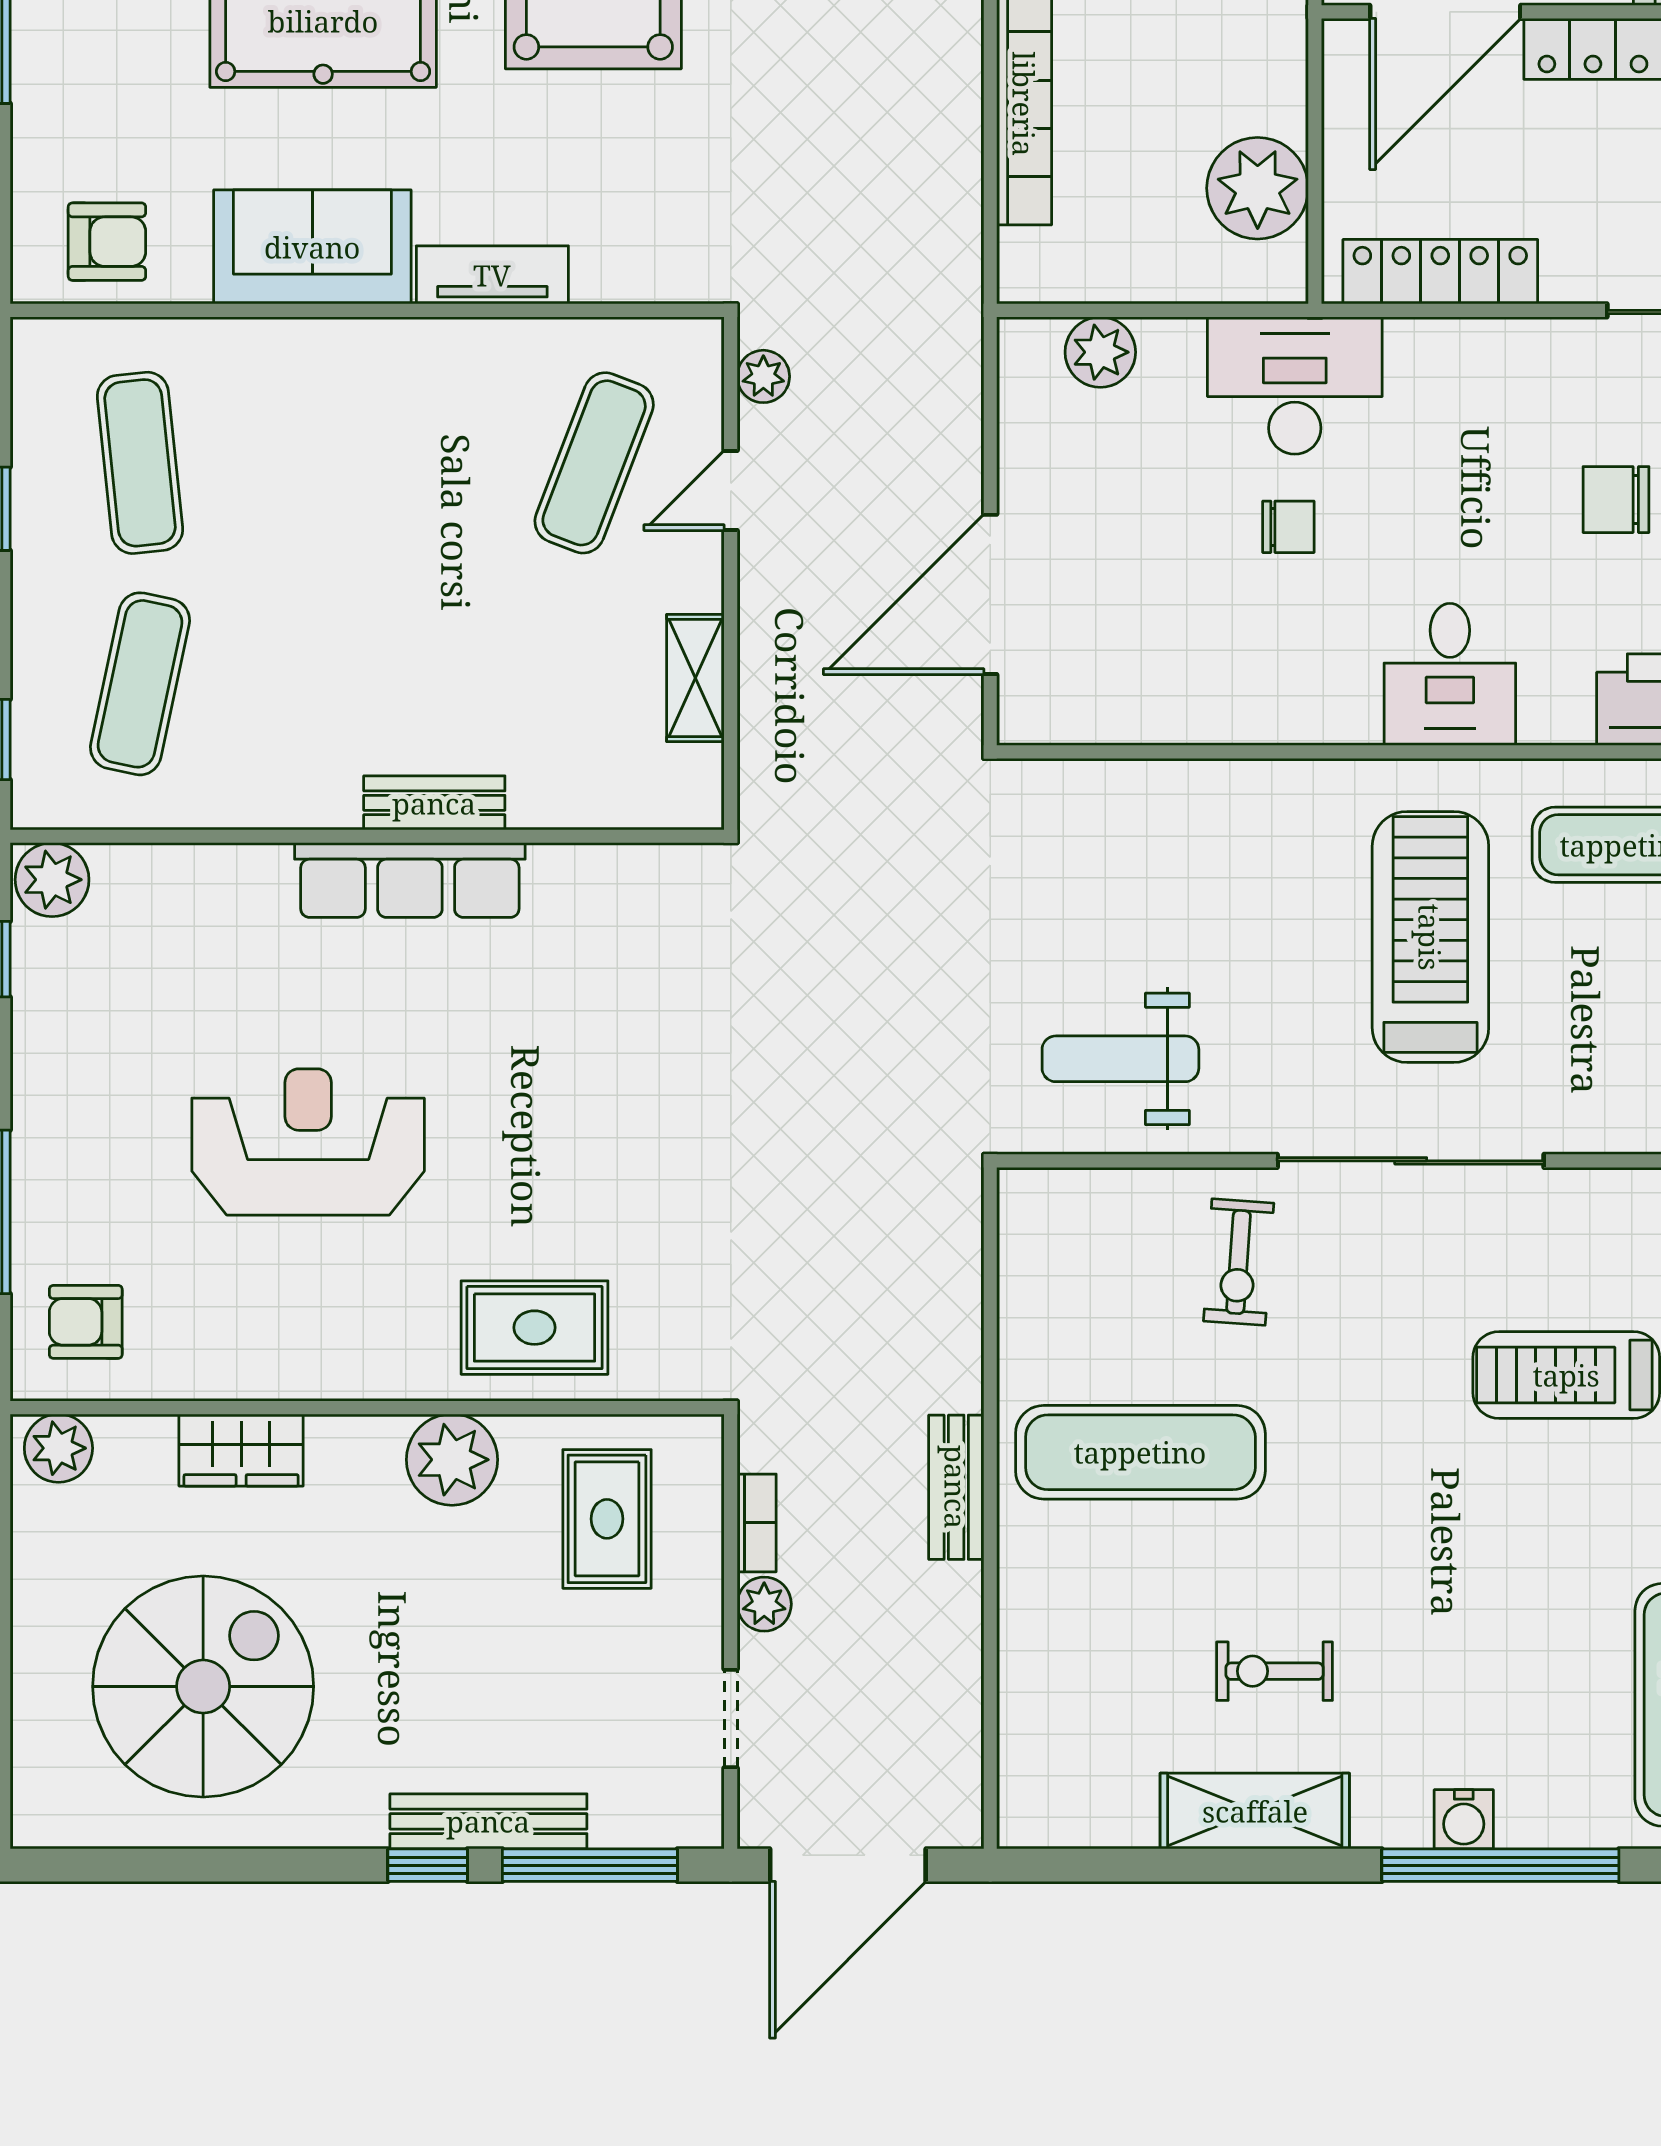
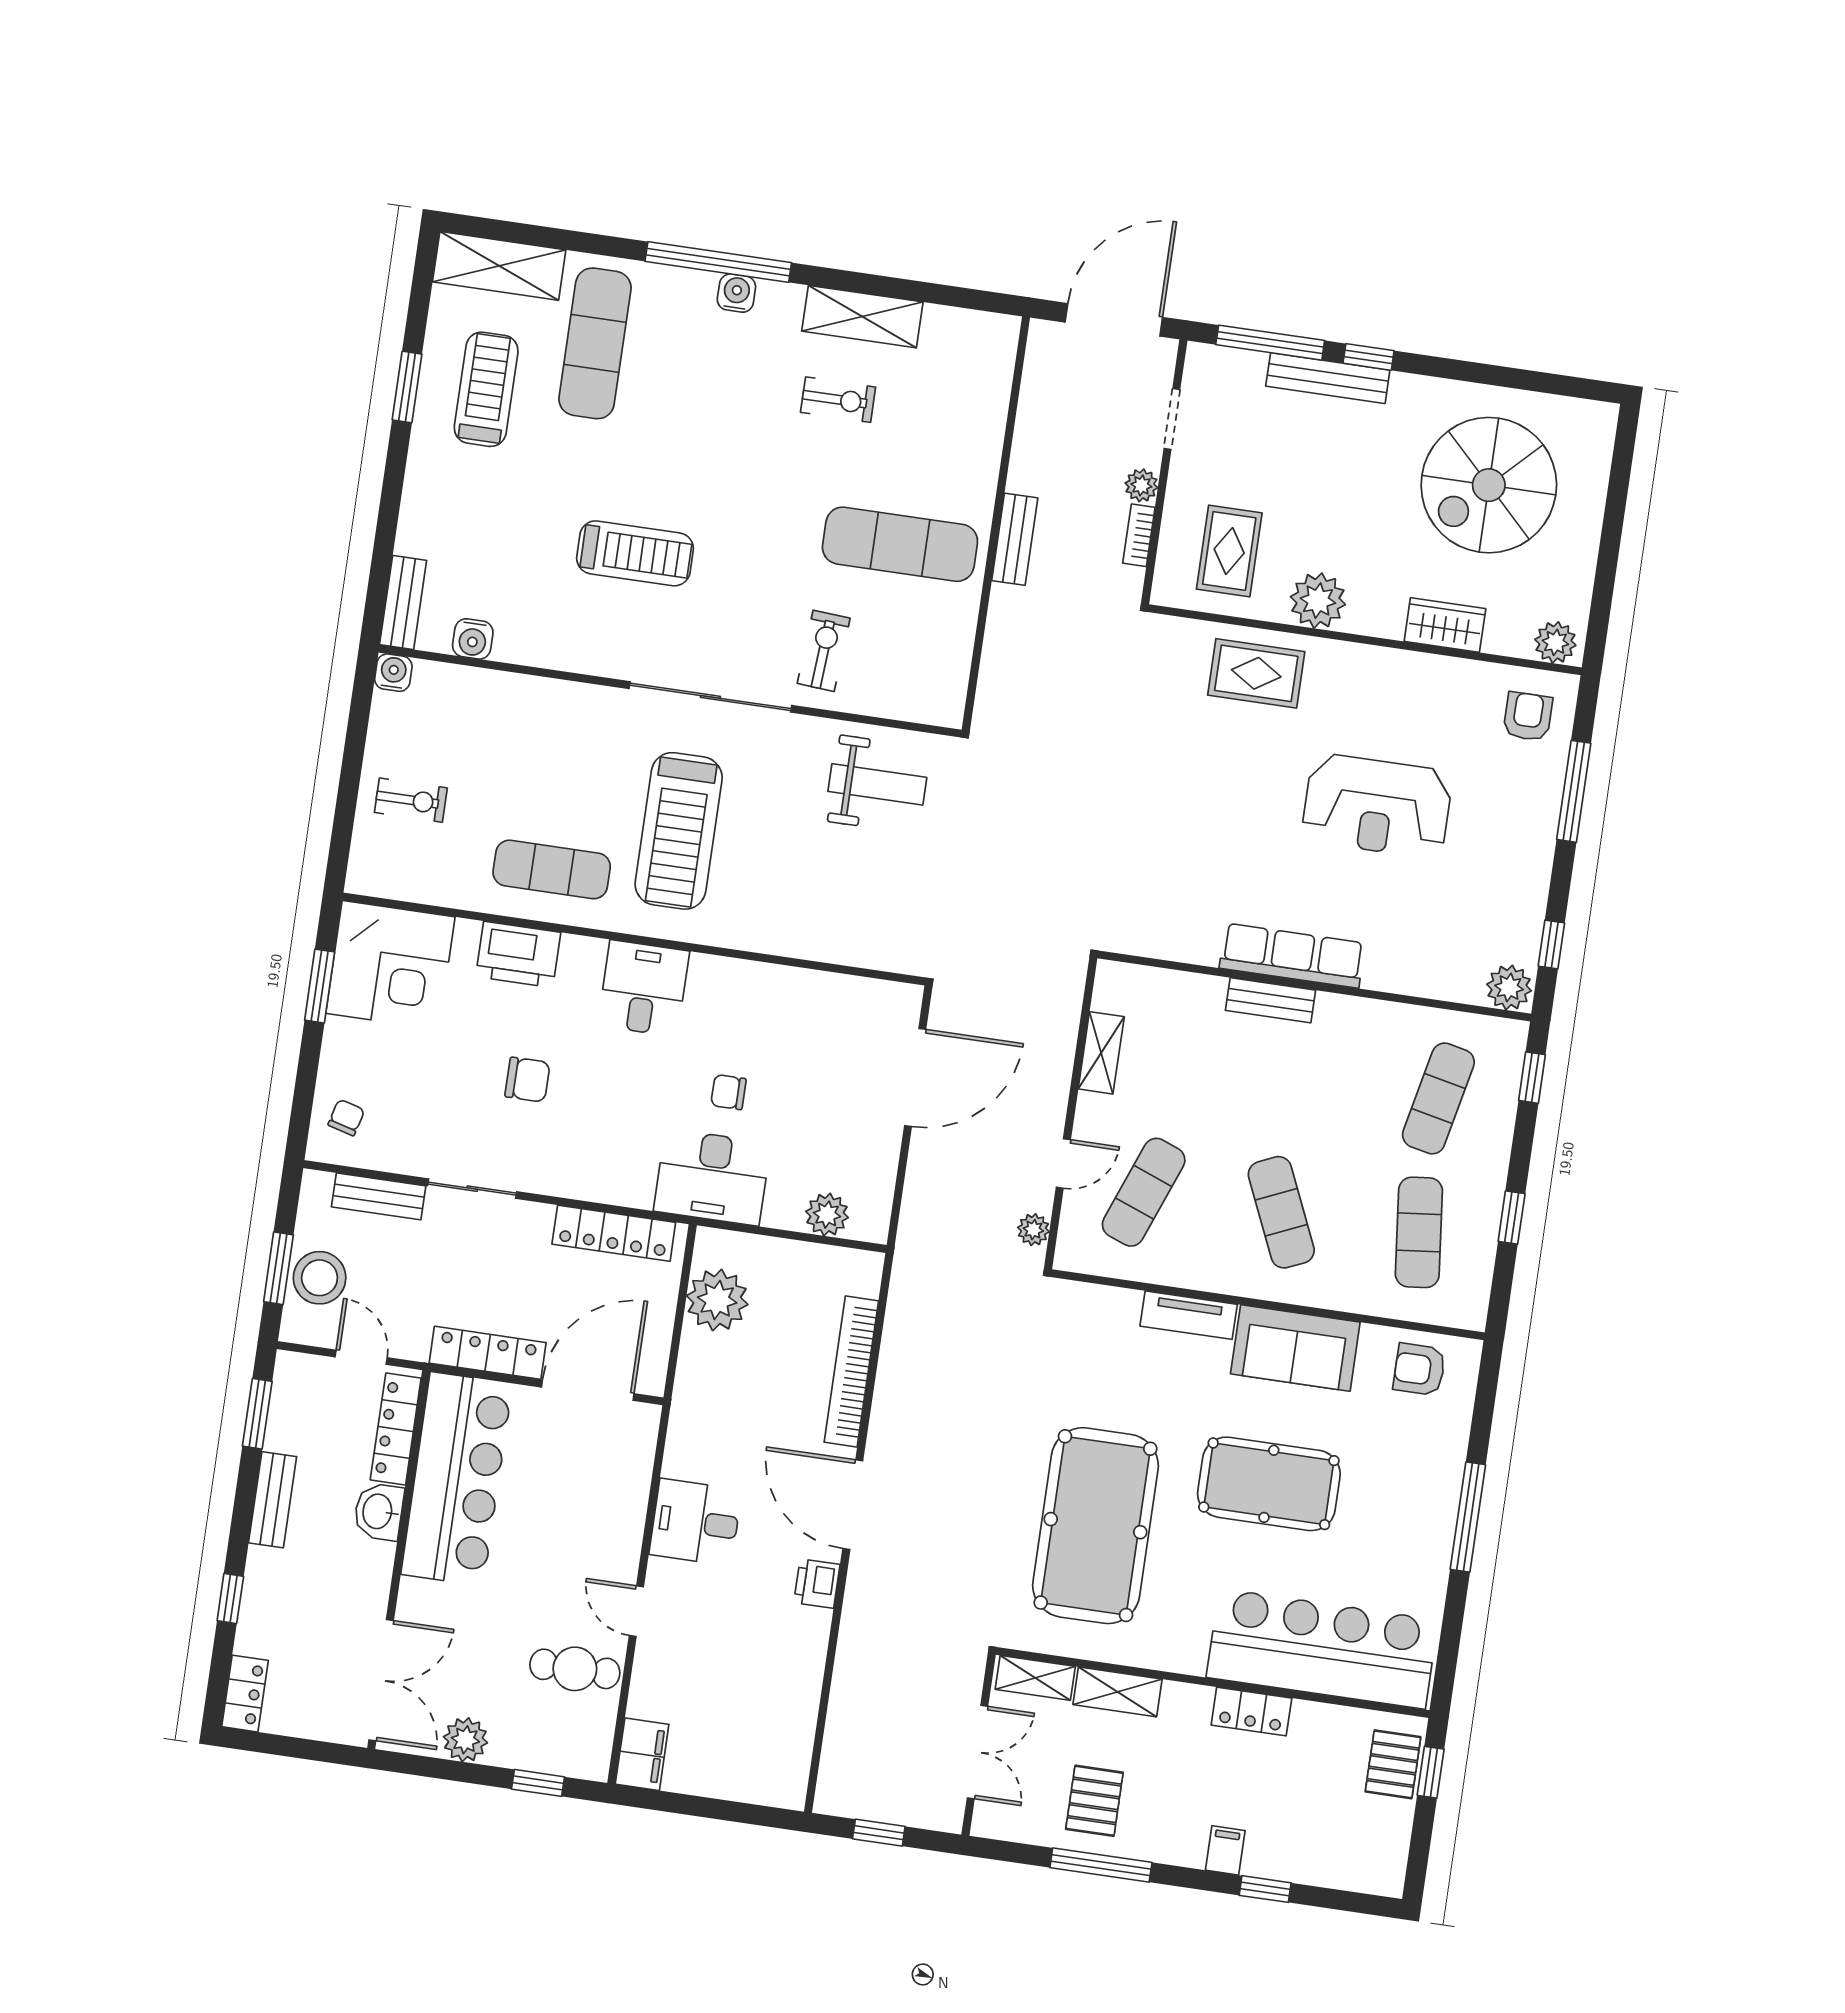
exercise mat: (367, 463) -> (1281, 1212), added
armchair: (86, 1322) -> (1528, 717), turned -90

